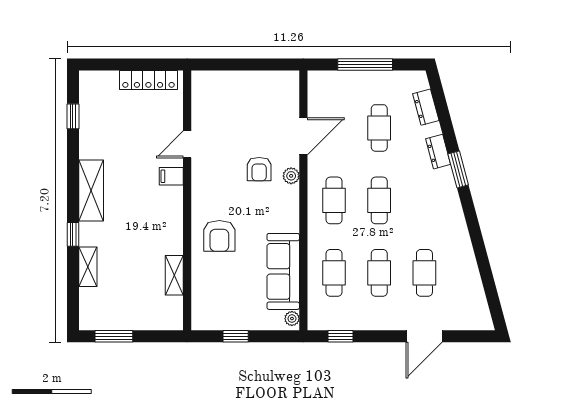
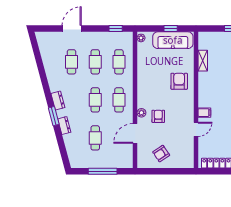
armchair: (254, 98) -> (161, 154), added
dresser: (426, 107) -> (58, 101), moved
sofa: (283, 271) -> (173, 40), moved, turned 90

